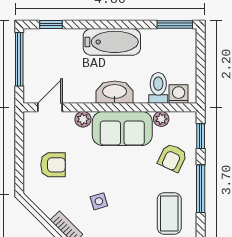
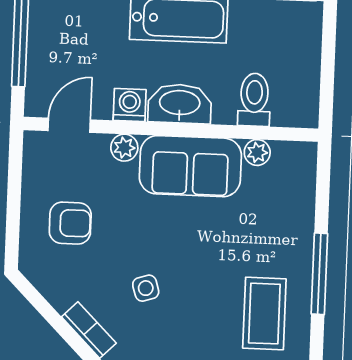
washing machine: (179, 94) -> (130, 105), moved
window: (201, 136) -> (323, 184), removed
armchair: (172, 158) -> (273, 219), removed

